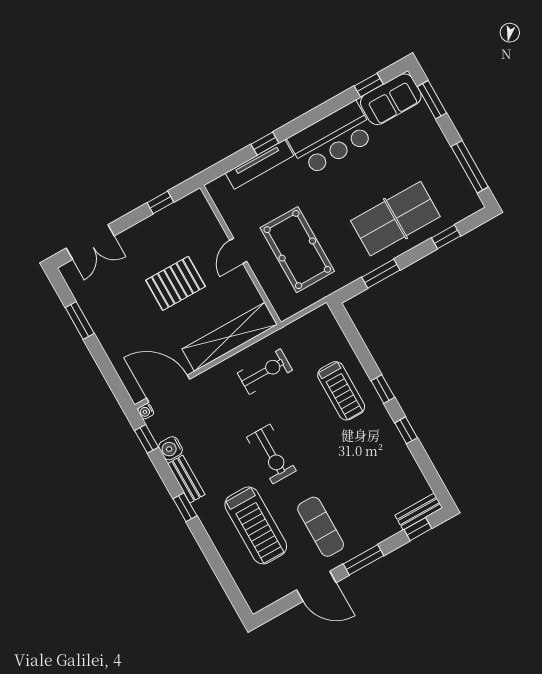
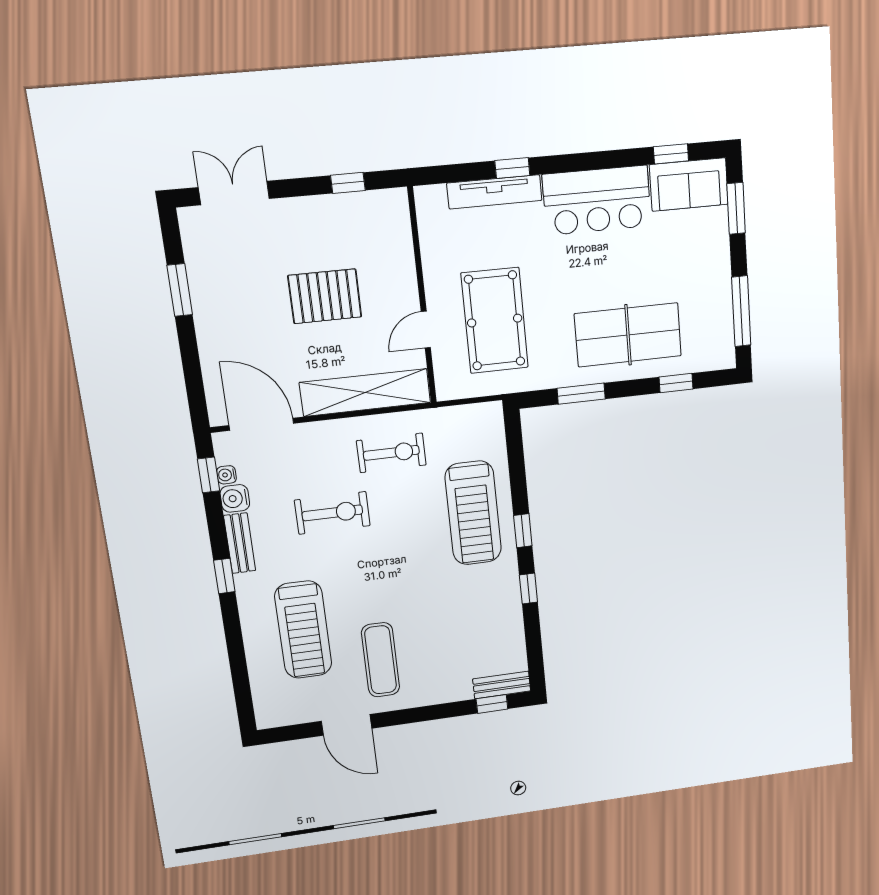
double door: (90, 242) -> (234, 193), swing flipped
door: (238, 251) -> (426, 330), moved
treadmill: (341, 391) -> (473, 513), width x1.37, depth x1.38
water cooler: (146, 411) -> (226, 475), moved
exercise bike: (271, 454) -> (332, 513), moved, turned -90
window: (364, 560) -> (415, 715), removed

